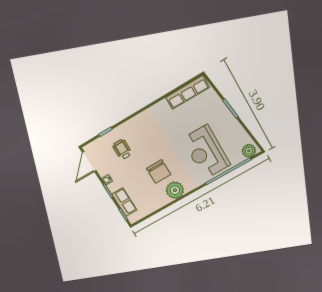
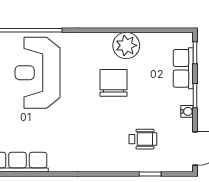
wheelchair: (122, 149) -> (143, 139), turned -90
reception desk: (206, 152) -> (38, 73), turned 180
plant: (175, 190) -> (126, 45), moved

